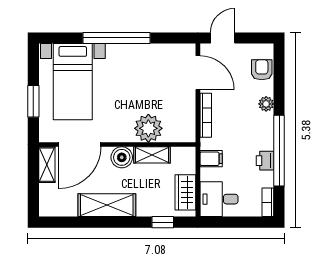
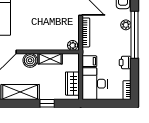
plant: (148, 128) -> (73, 45), moved, width x0.53, depth x0.53
window: (279, 151) -> (134, 35), moved
desk: (219, 199) -> (95, 84), width x1.37
window: (163, 222) -> (47, 103), moved

